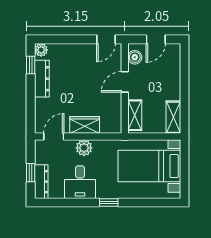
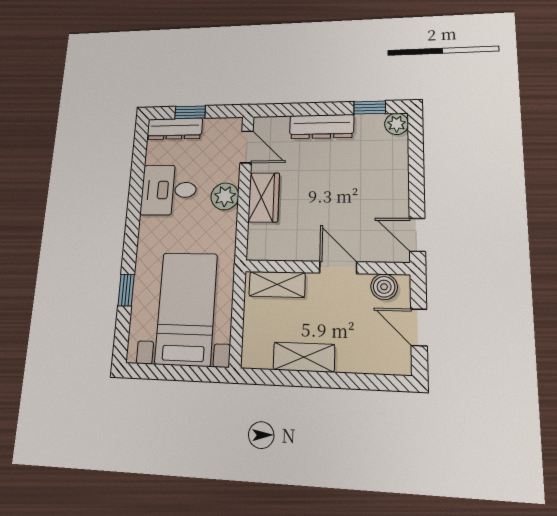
dresser: (42, 79) -> (322, 127), moved
shelving: (173, 117) -> (304, 357), moved
window: (109, 203) -> (126, 290), moved

